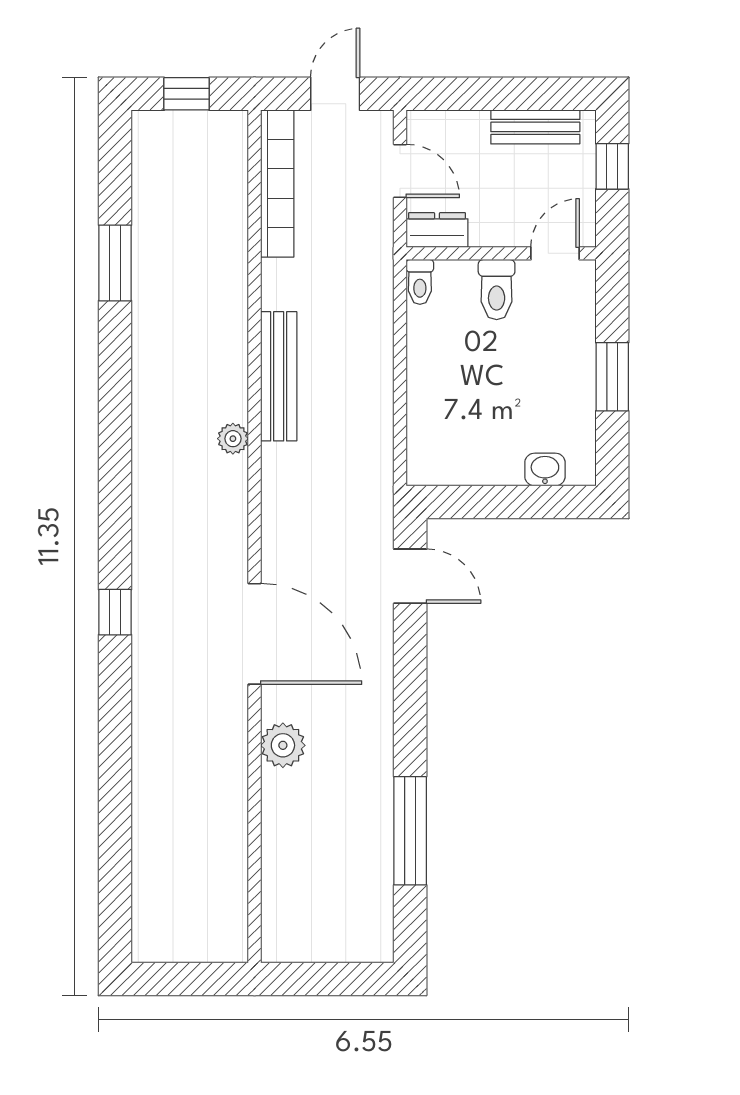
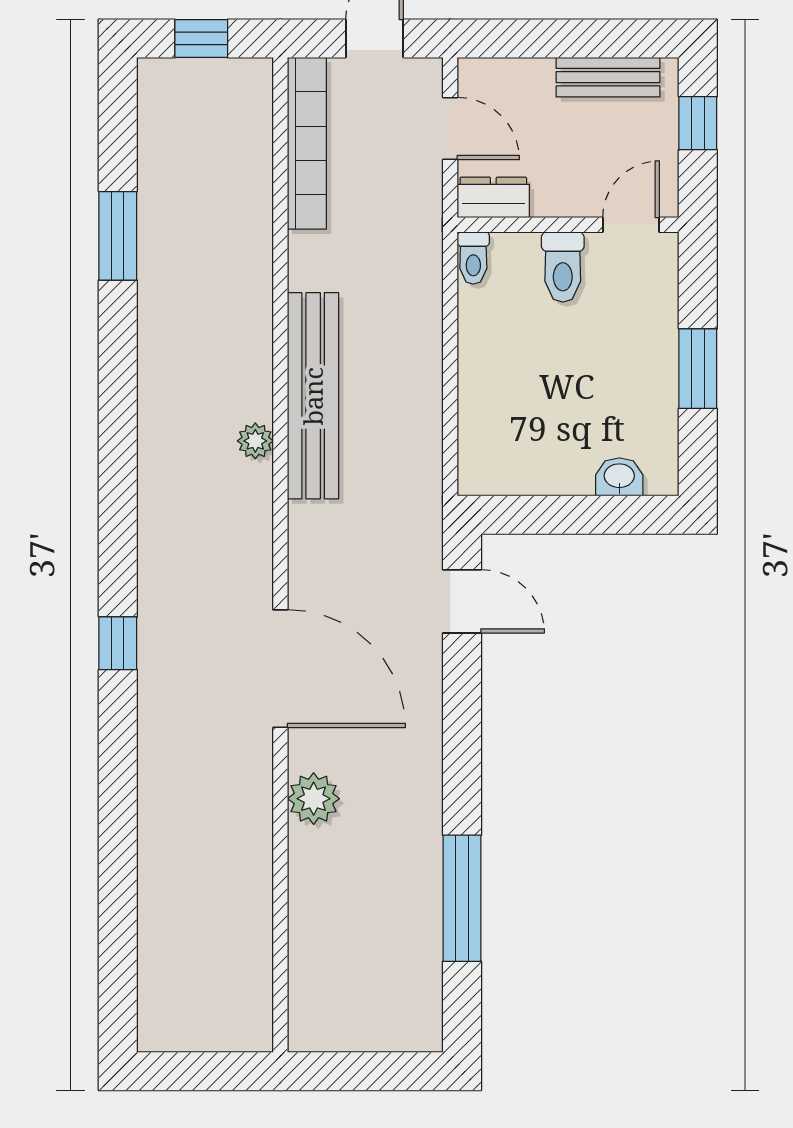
bench: (279, 376) -> (313, 396), width x1.37, depth x1.21

